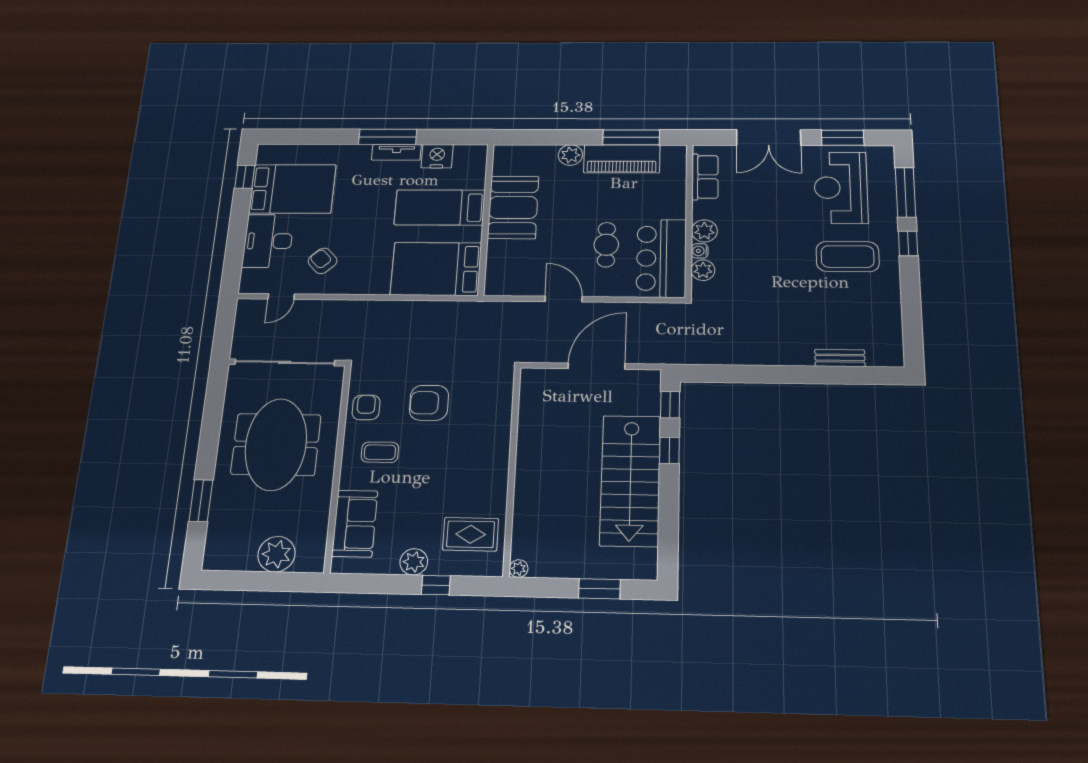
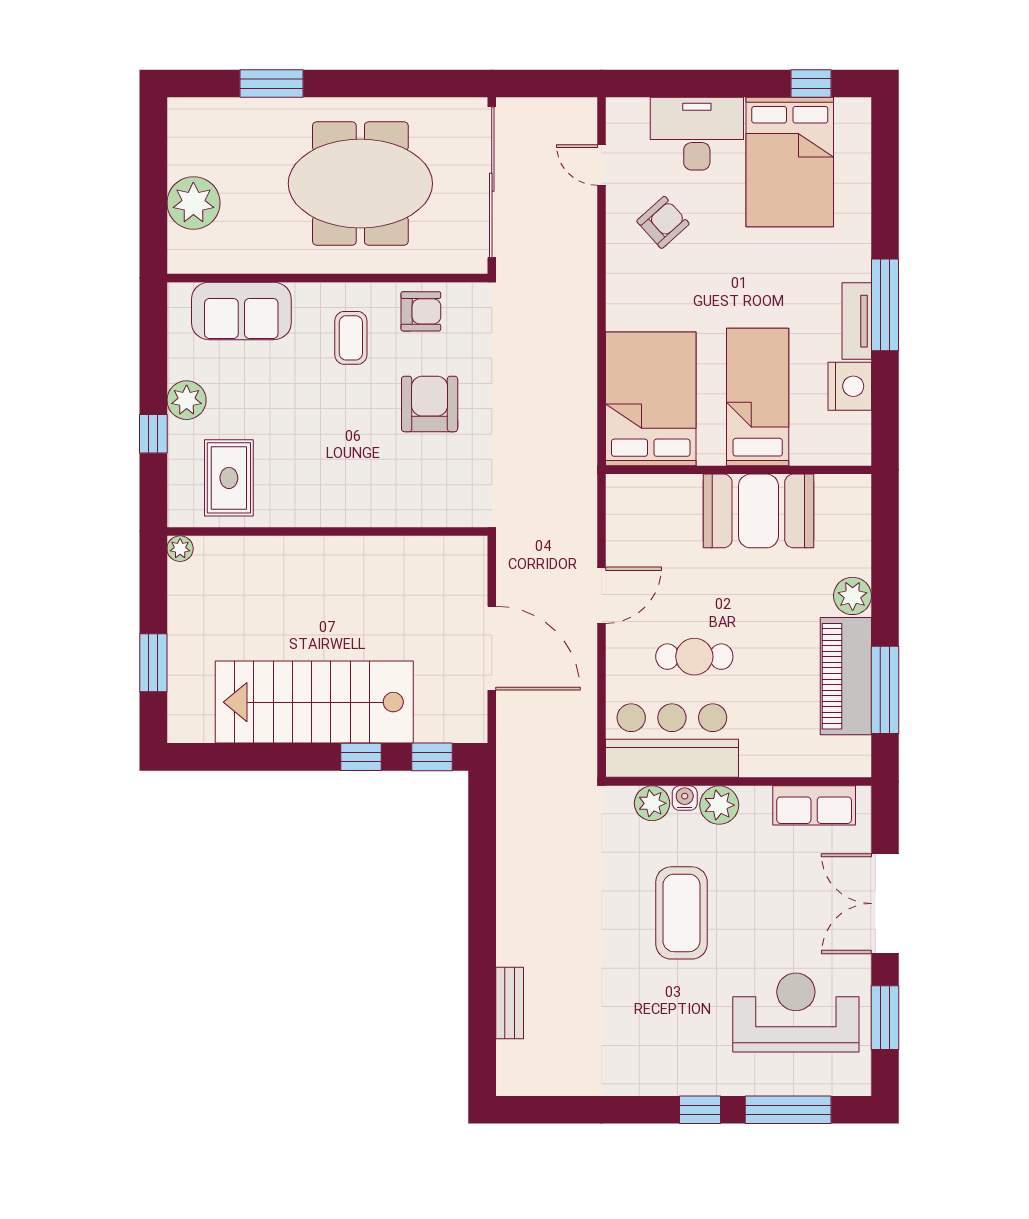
coffee table: (848, 257) -> (681, 913), moved

